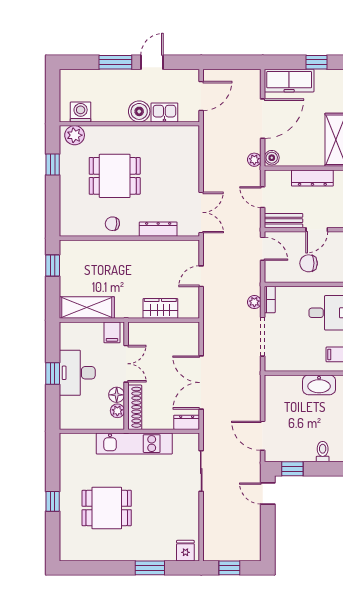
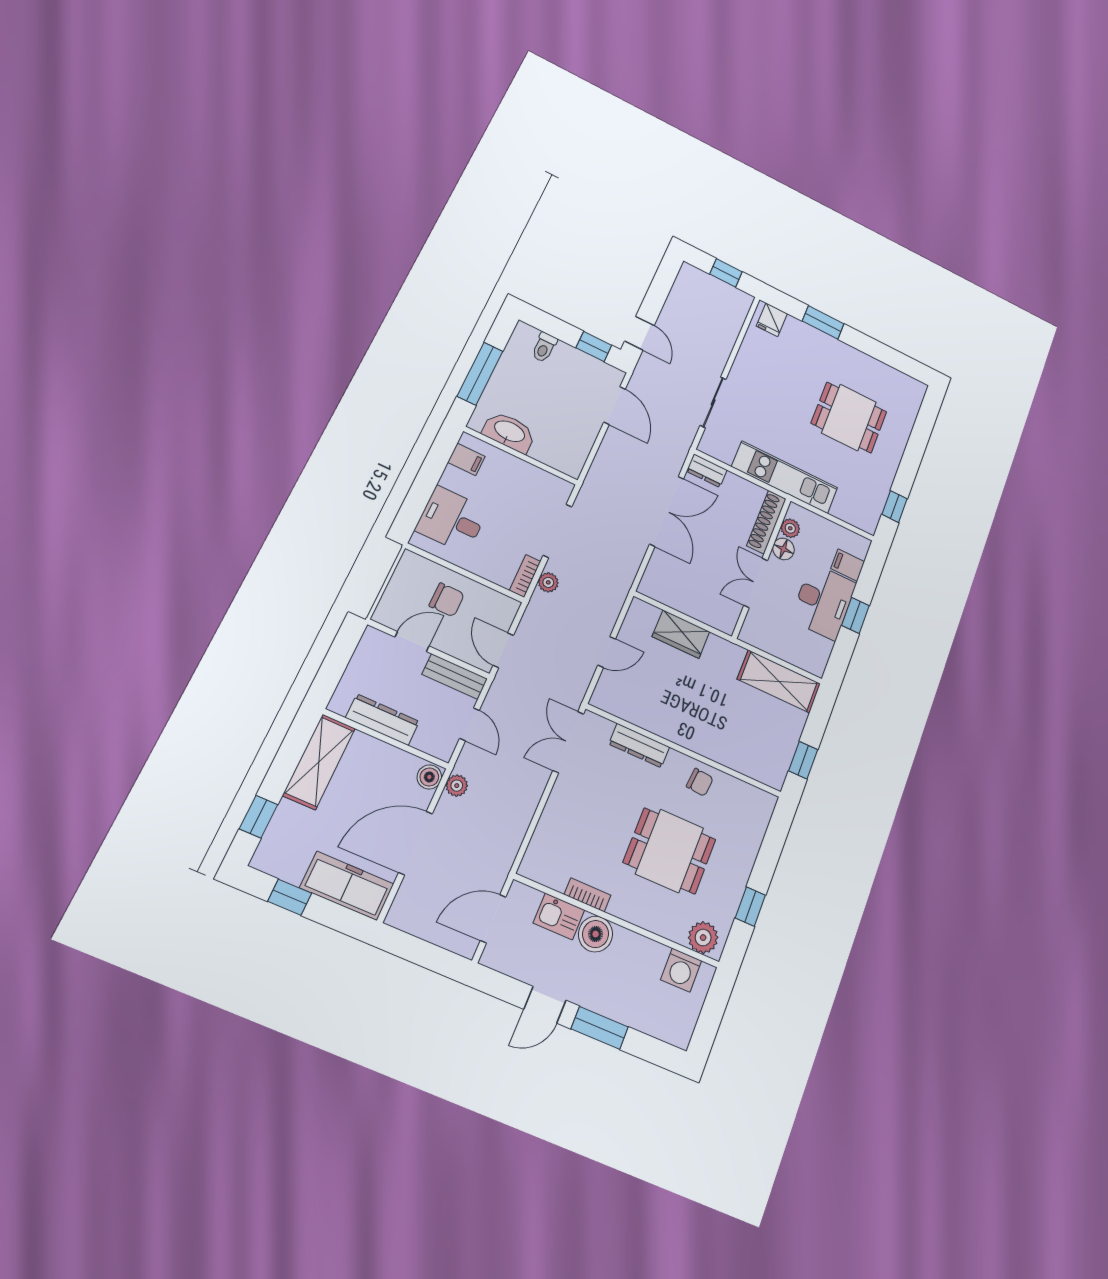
bookcase: (153, 131) -> (587, 895), added
filing cabinet: (112, 332) -> (848, 565), moved, turned -90
window: (53, 501) -> (895, 507), moved

